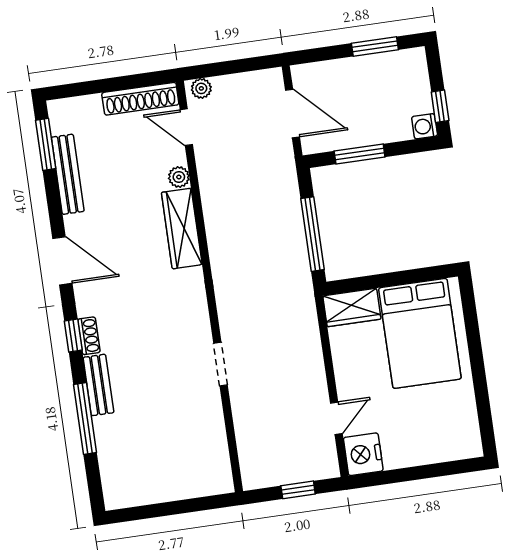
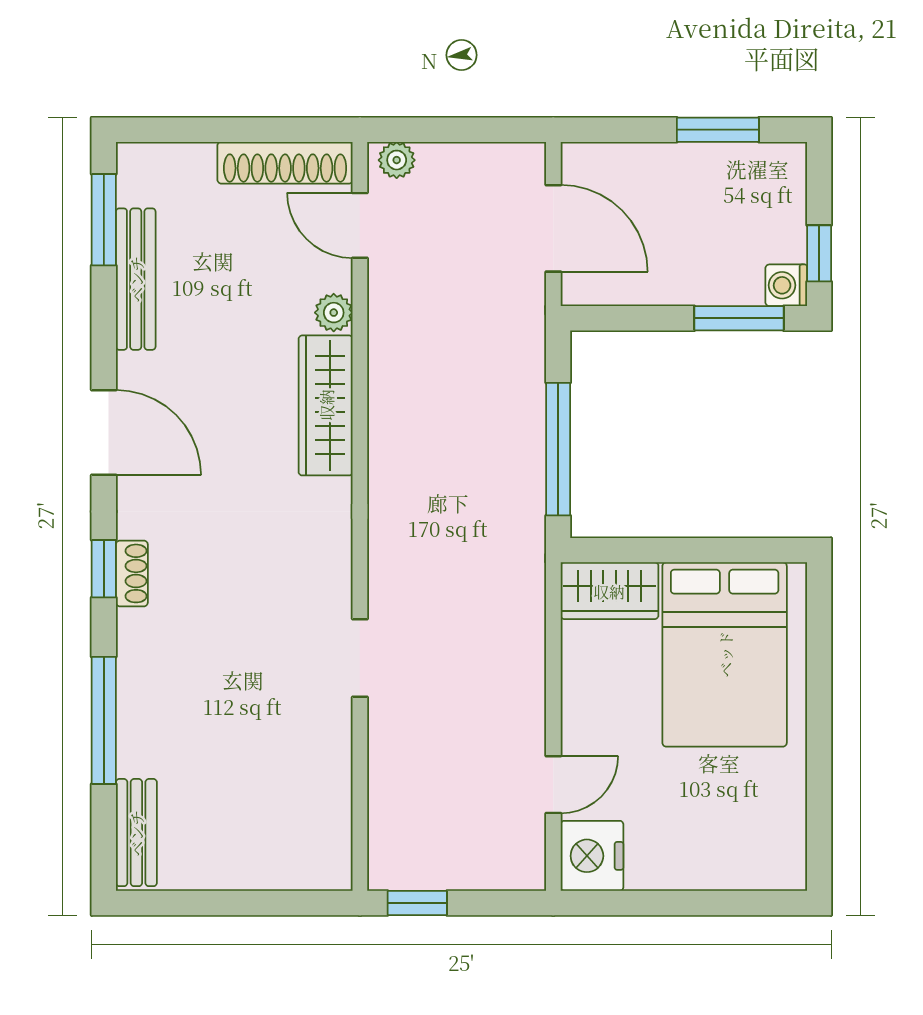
window: (360, 154) -> (739, 318), moved
bench: (98, 385) -> (136, 833), moved
window: (298, 490) -> (417, 903), moved

